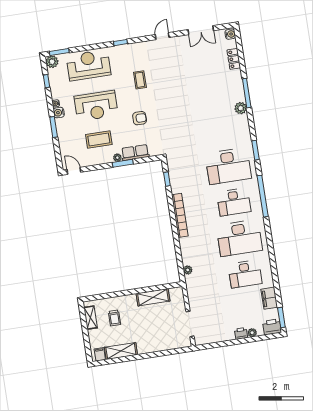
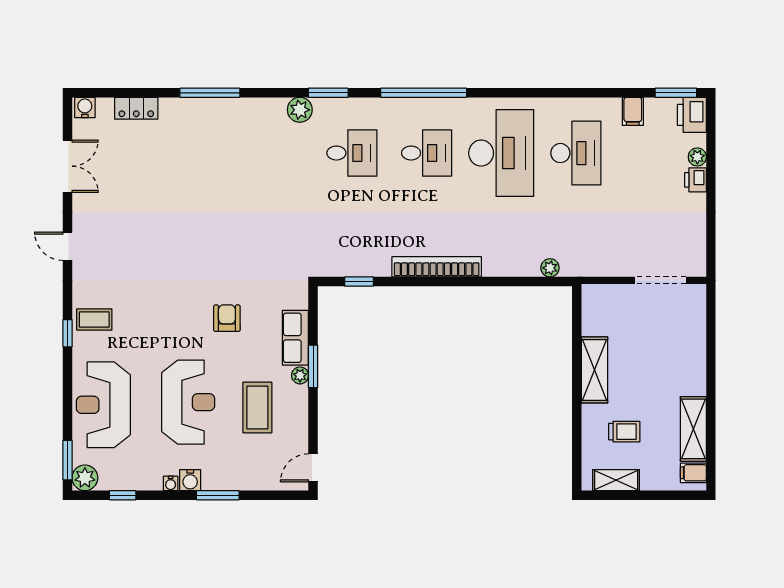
coffee table: (140, 80) -> (94, 319), moved
plant: (241, 108) -> (300, 110), moved
desk: (228, 166) -> (352, 153), width x0.53, depth x0.77
desk: (234, 202) -> (427, 153), width x0.73
shelving: (153, 297) -> (595, 370), moved
filing cabinet: (269, 298) -> (633, 111), width x0.50

